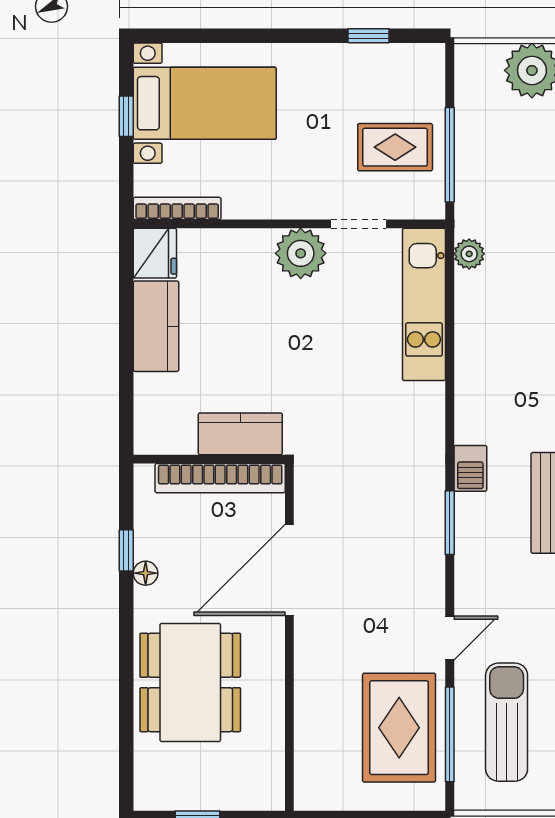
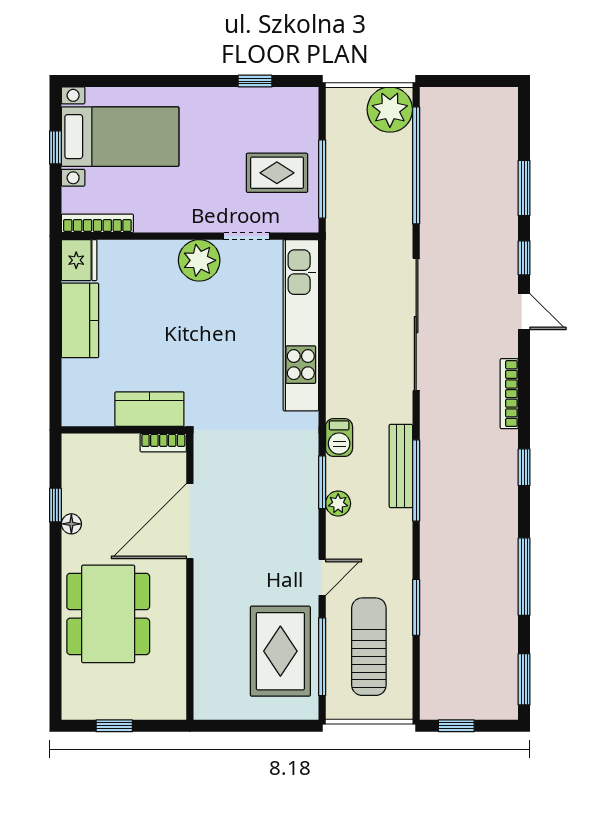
plant: (469, 254) -> (338, 504), moved
kitchen unit: (424, 304) -> (301, 325), width x1.36
bookcase: (220, 478) -> (163, 443), width x0.43, depth x0.76

